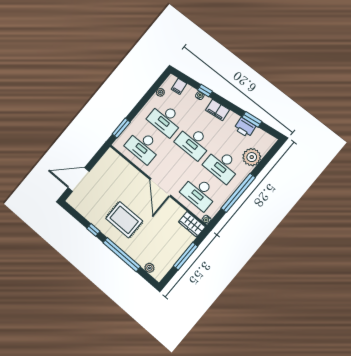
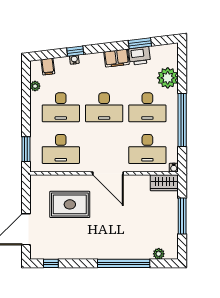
filing cabinet: (217, 110) -> (117, 58), moved
rug: (124, 220) -> (70, 204), moved
window: (93, 230) -> (51, 263), moved

